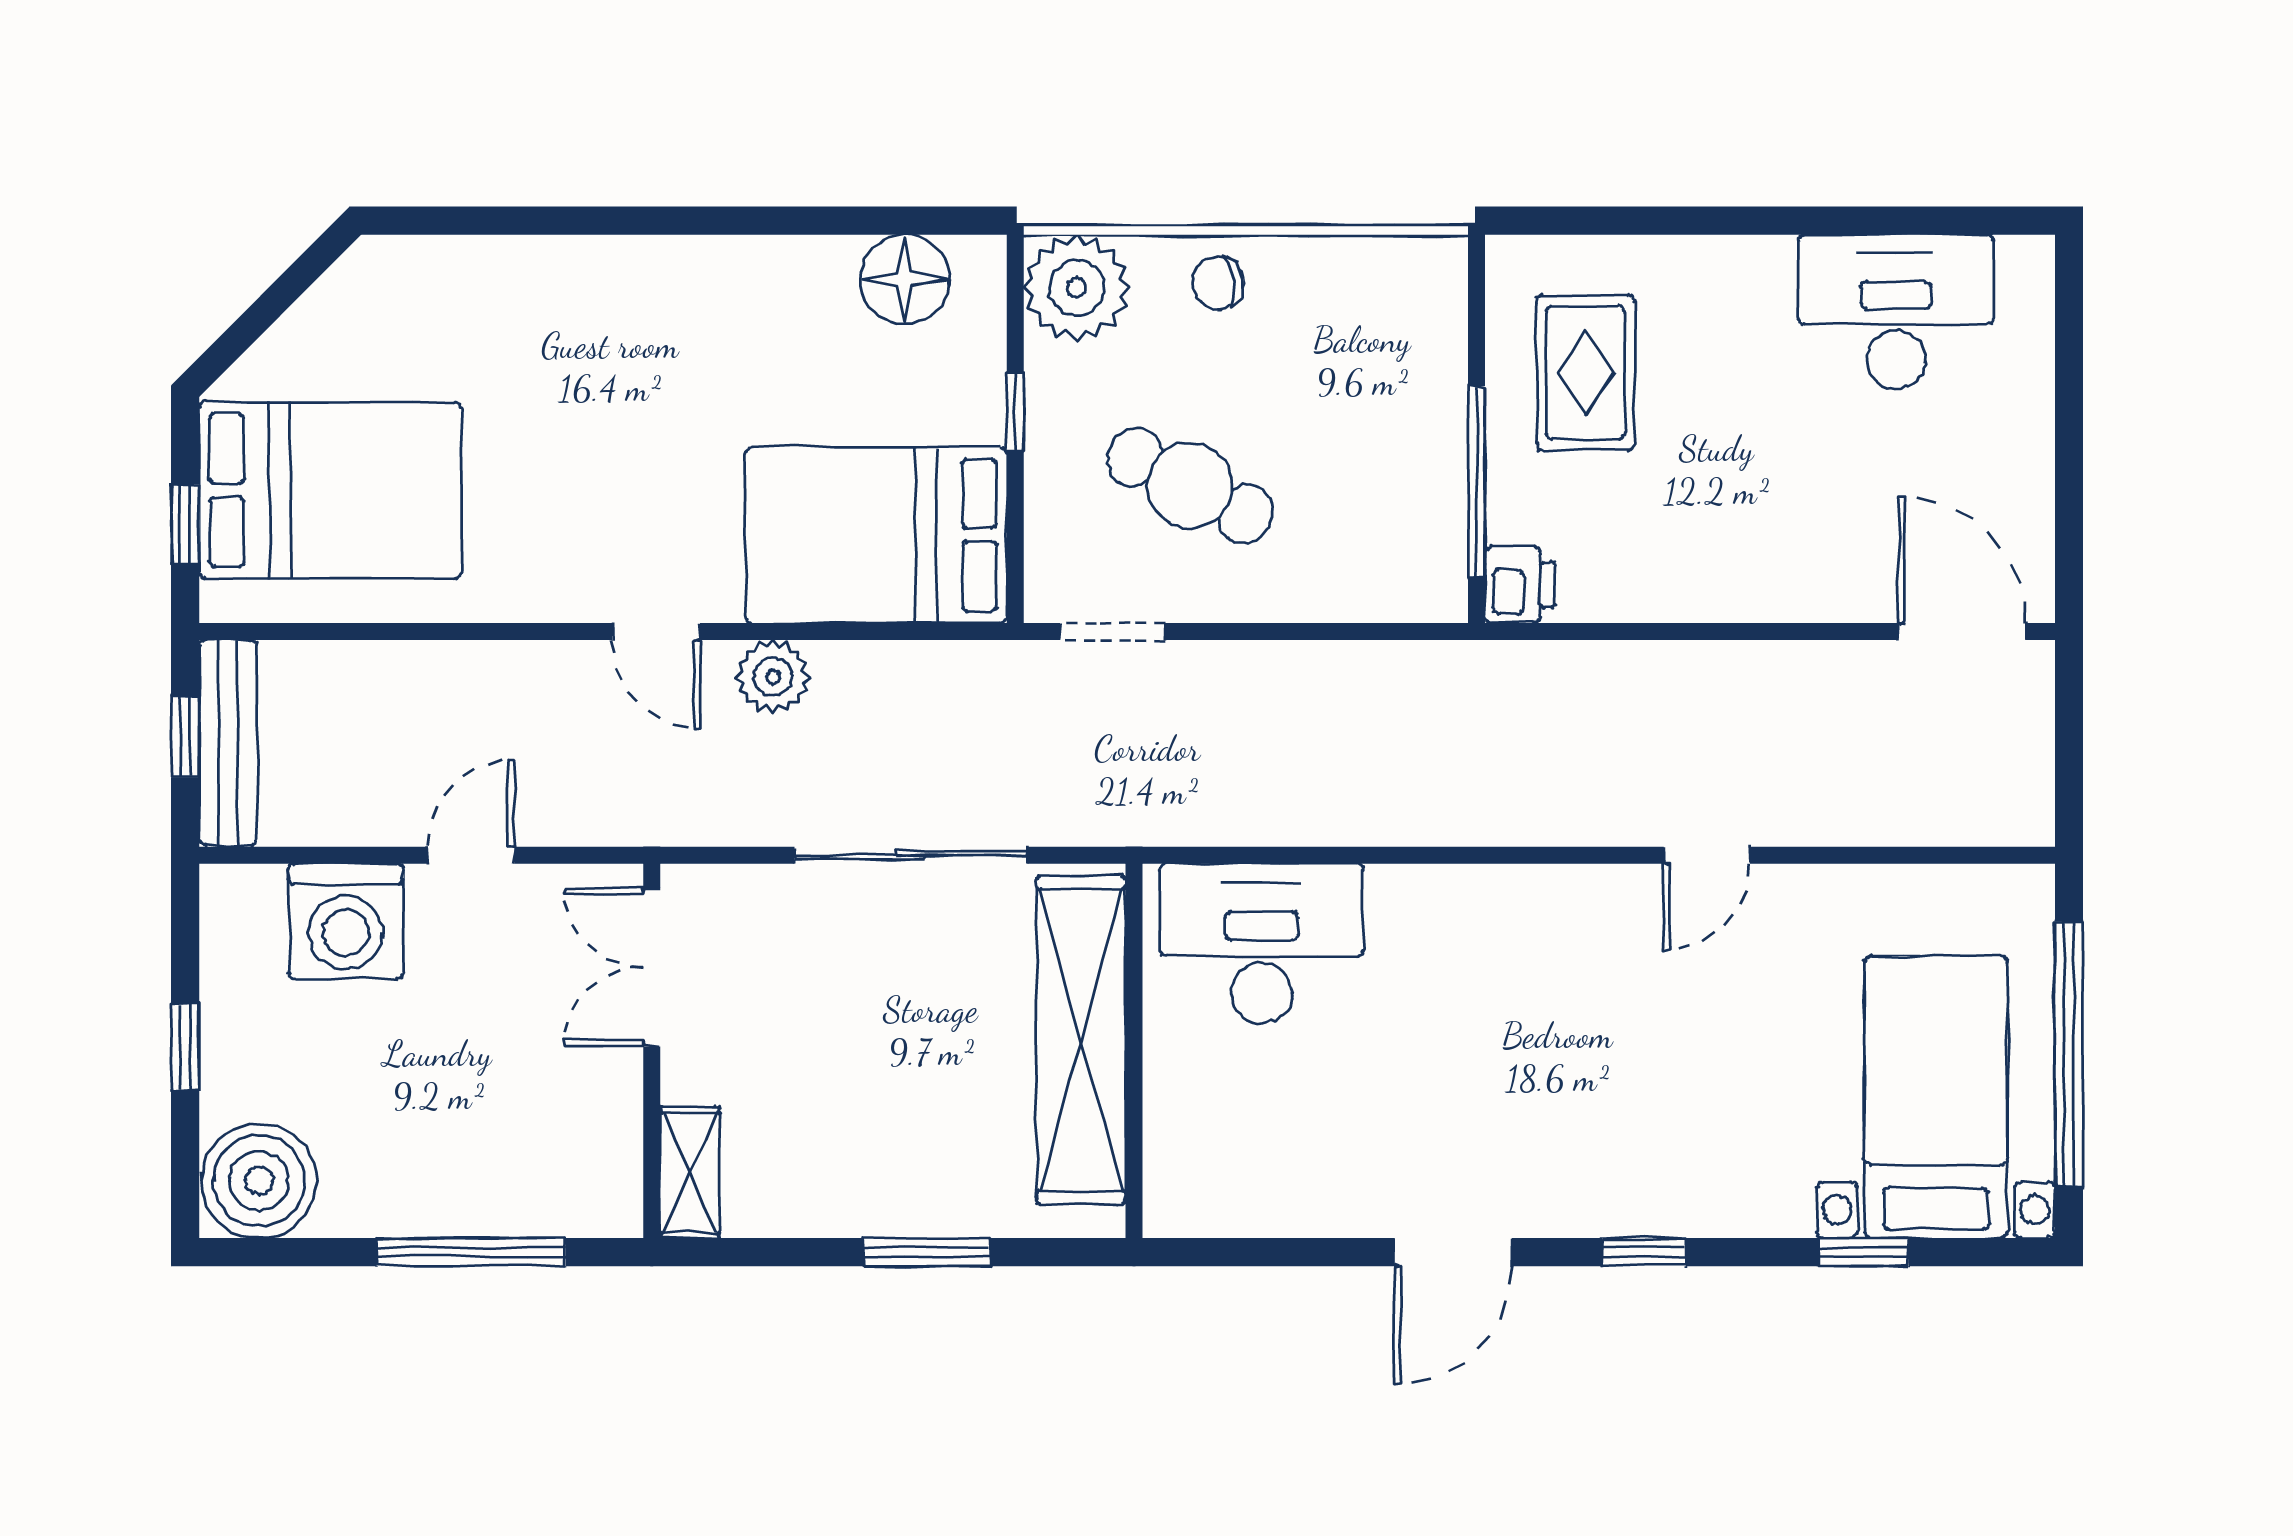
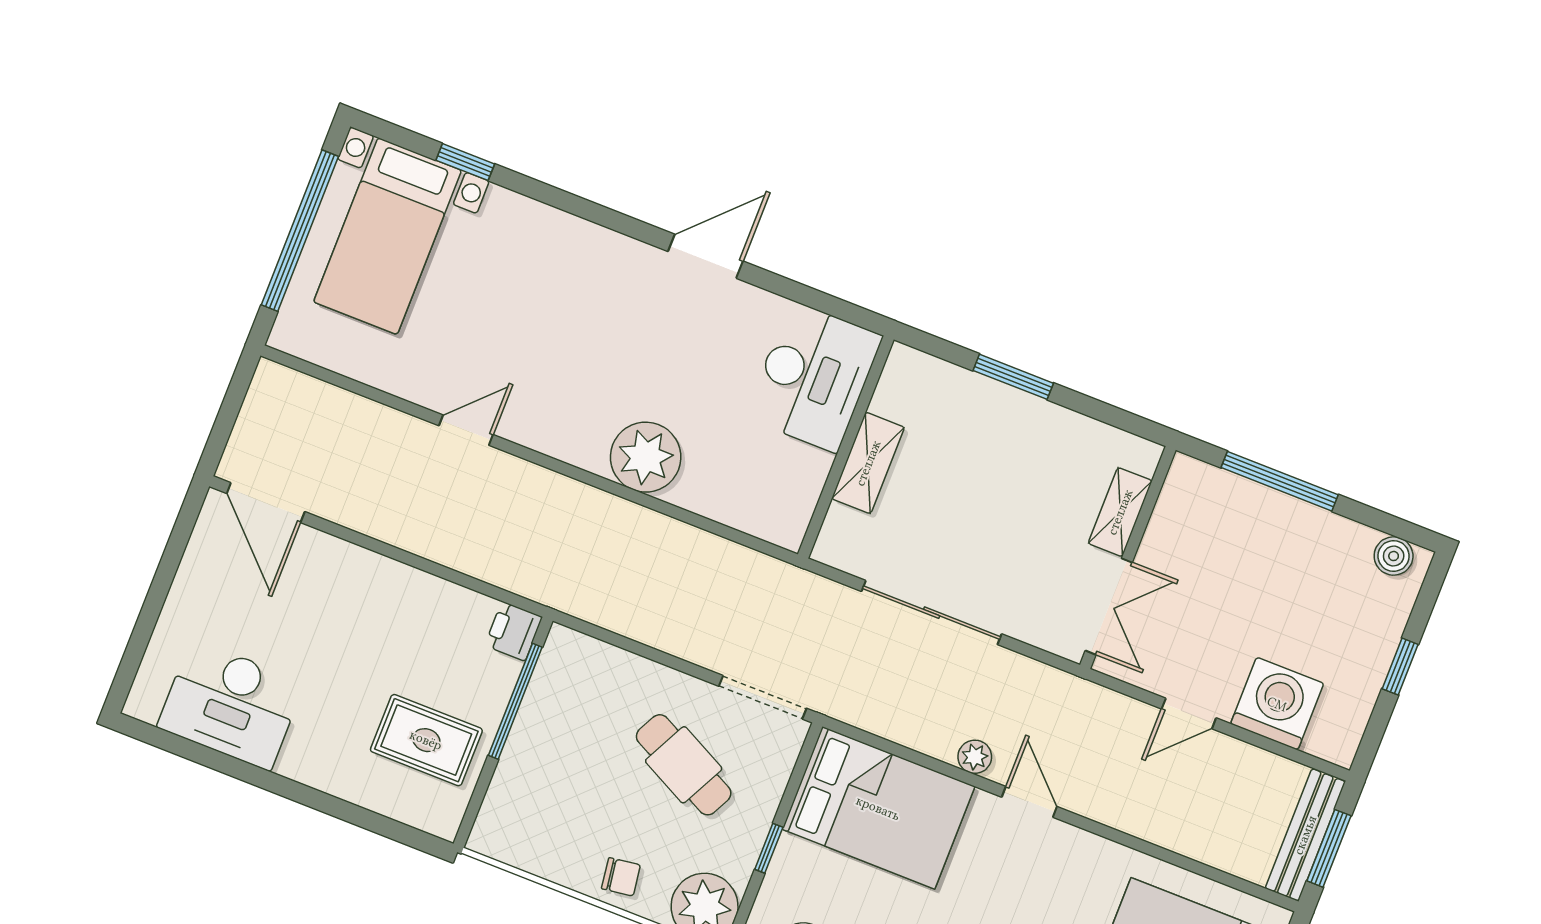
rug: (1586, 373) -> (426, 740), turned 90
doorway: (1112, 632) -> (763, 697), width x1.38
plant: (773, 677) -> (975, 757), width x0.73, depth x0.73
window: (185, 737) -> (1329, 848), width x1.50
plant: (1425, 920) -> (646, 457), added
desk: (1262, 944) -> (814, 377), moved, turned -90
shelving: (1081, 1040) -> (868, 463), width x0.45, depth x0.75
shelving: (690, 1173) -> (1120, 512), moved
boiler: (259, 1181) -> (1394, 556), width x0.54, depth x0.54
window: (1644, 1252) -> (594, 212), removed

